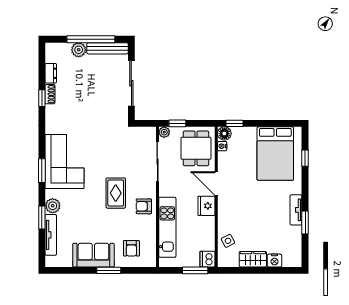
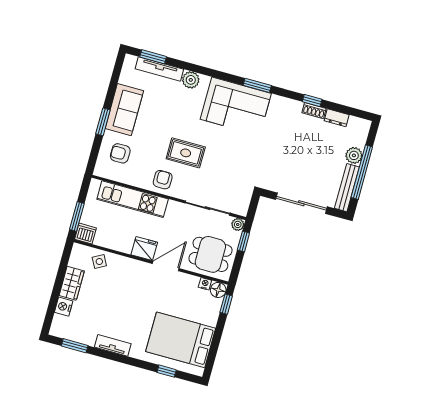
window: (42, 171) -> (257, 85), moved
window: (42, 218) -> (153, 57), moved
window: (305, 222) -> (75, 346), moved

